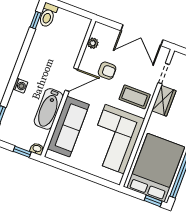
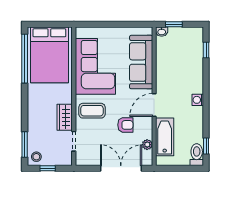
double door: (142, 35) -> (121, 168), moved
armchair: (107, 71) -> (125, 125), turned 180
washing machine: (20, 86) -> (198, 100), moved
bathtub: (49, 109) -> (165, 137), moved
window: (153, 201) -> (41, 24), removed

